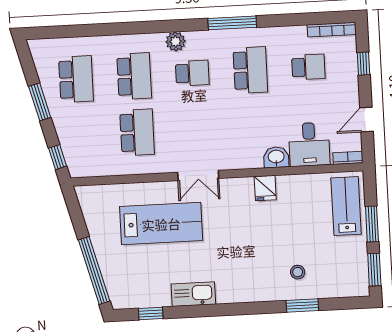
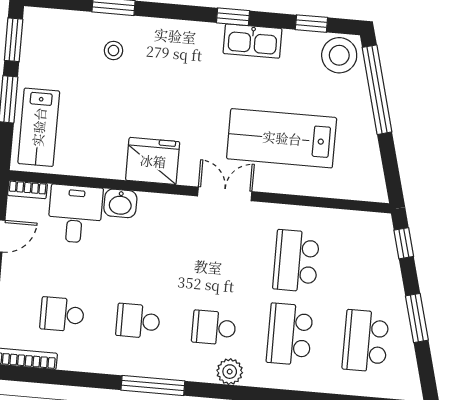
school desk: (250, 70) -> (138, 321), width x0.54
fridge: (265, 188) -> (153, 161), width x1.88, depth x1.34
stool: (126, 292) -> (339, 55), added
window: (211, 310) -> (233, 17), added

